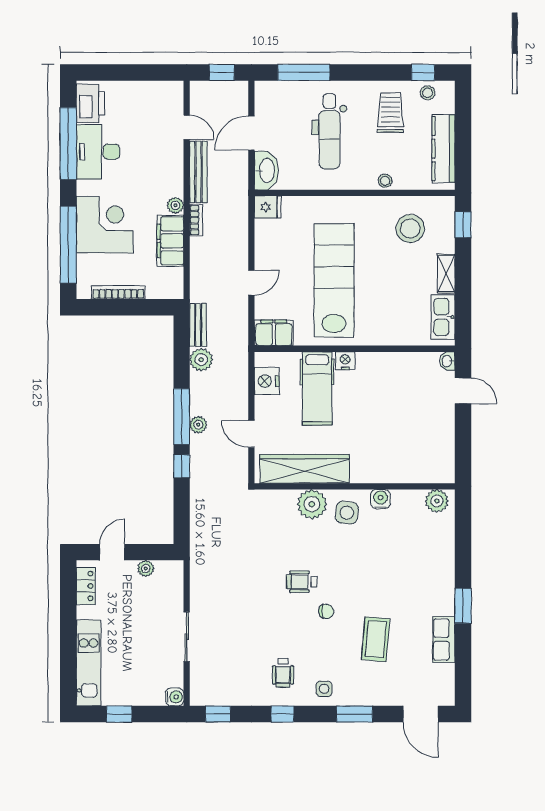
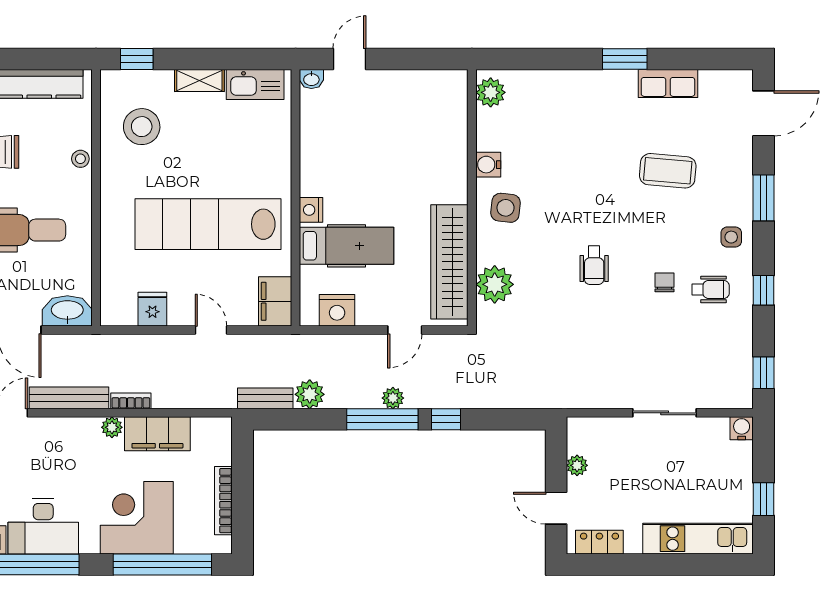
fridge: (268, 207) -> (152, 309), moved
plant: (312, 504) -> (495, 284), moved
chair: (326, 611) -> (665, 282), moved

